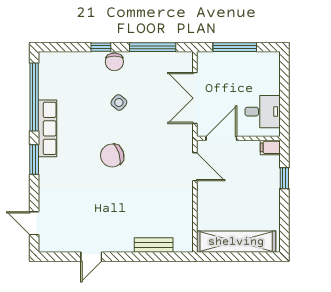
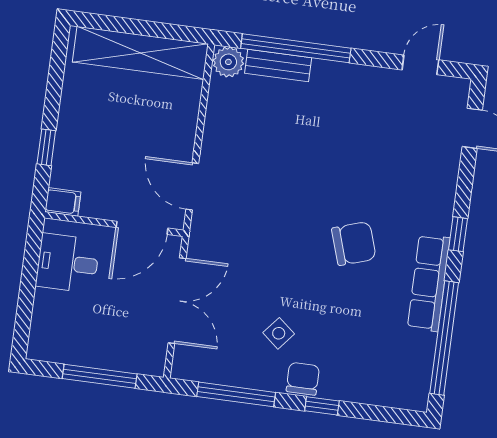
side table: (119, 103) -> (279, 333), moved
chair: (112, 155) -> (354, 243), moved
window: (34, 159) -> (458, 234), width x0.67
plant: (183, 243) -> (228, 62), added
door: (91, 257) -> (420, 65), moved
window: (145, 257) -> (296, 48), added

